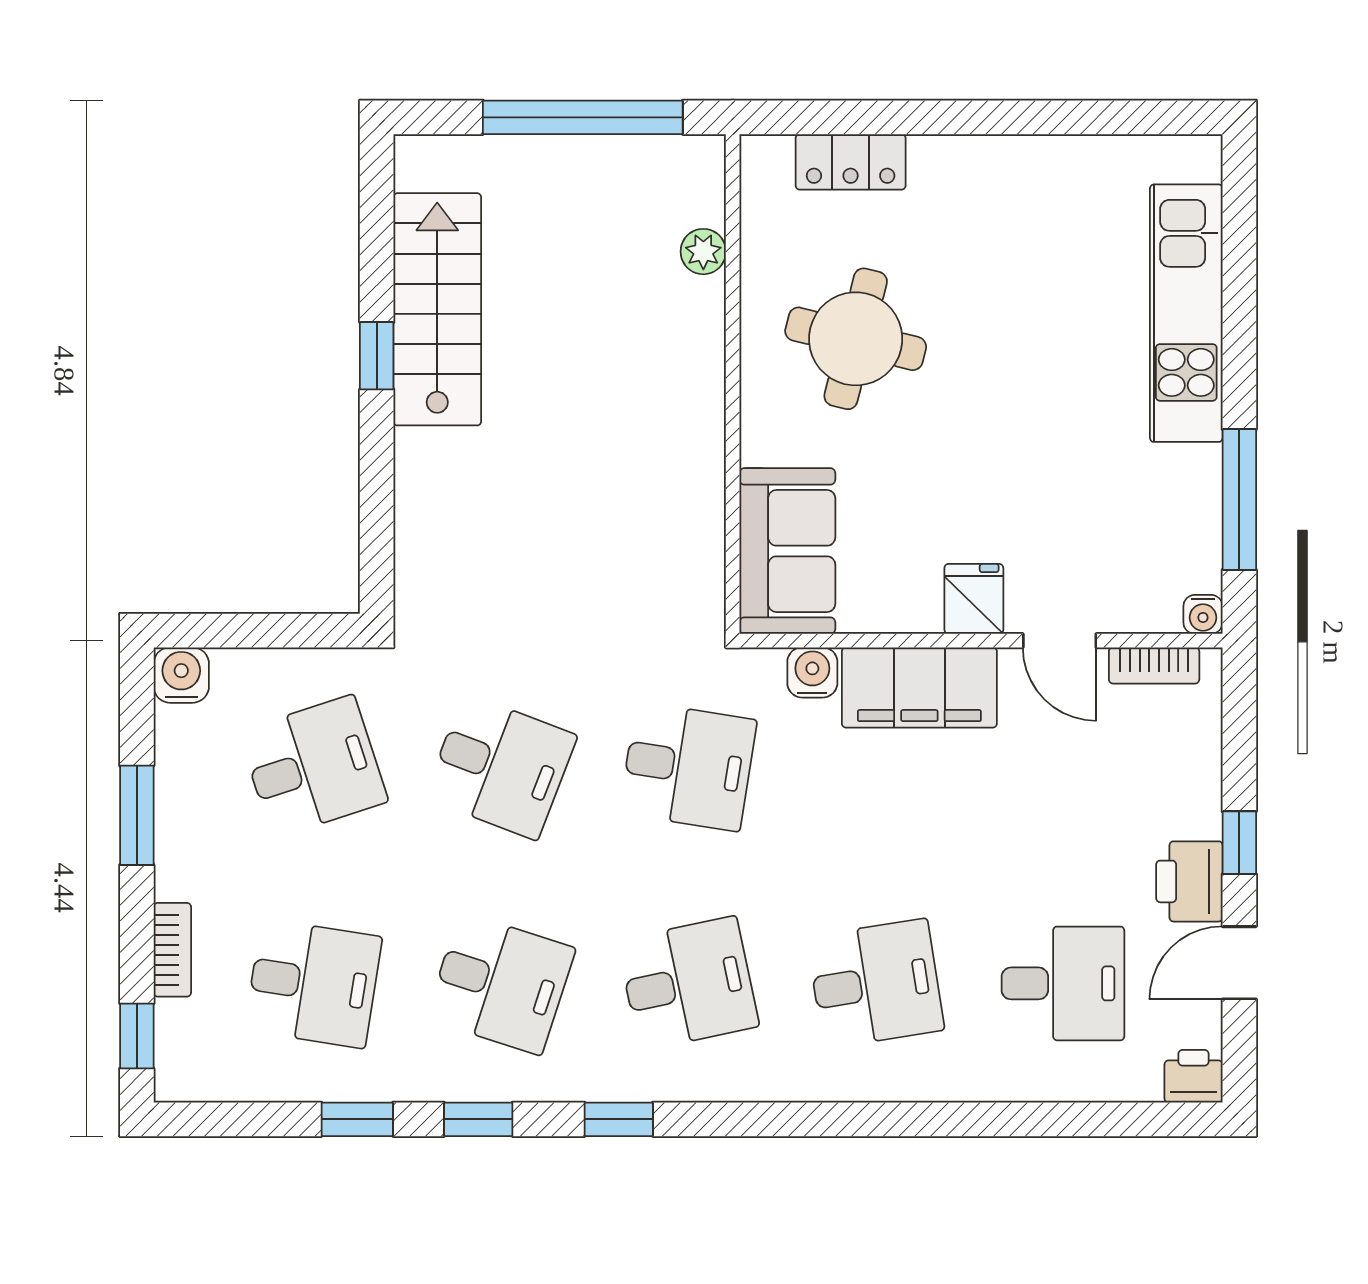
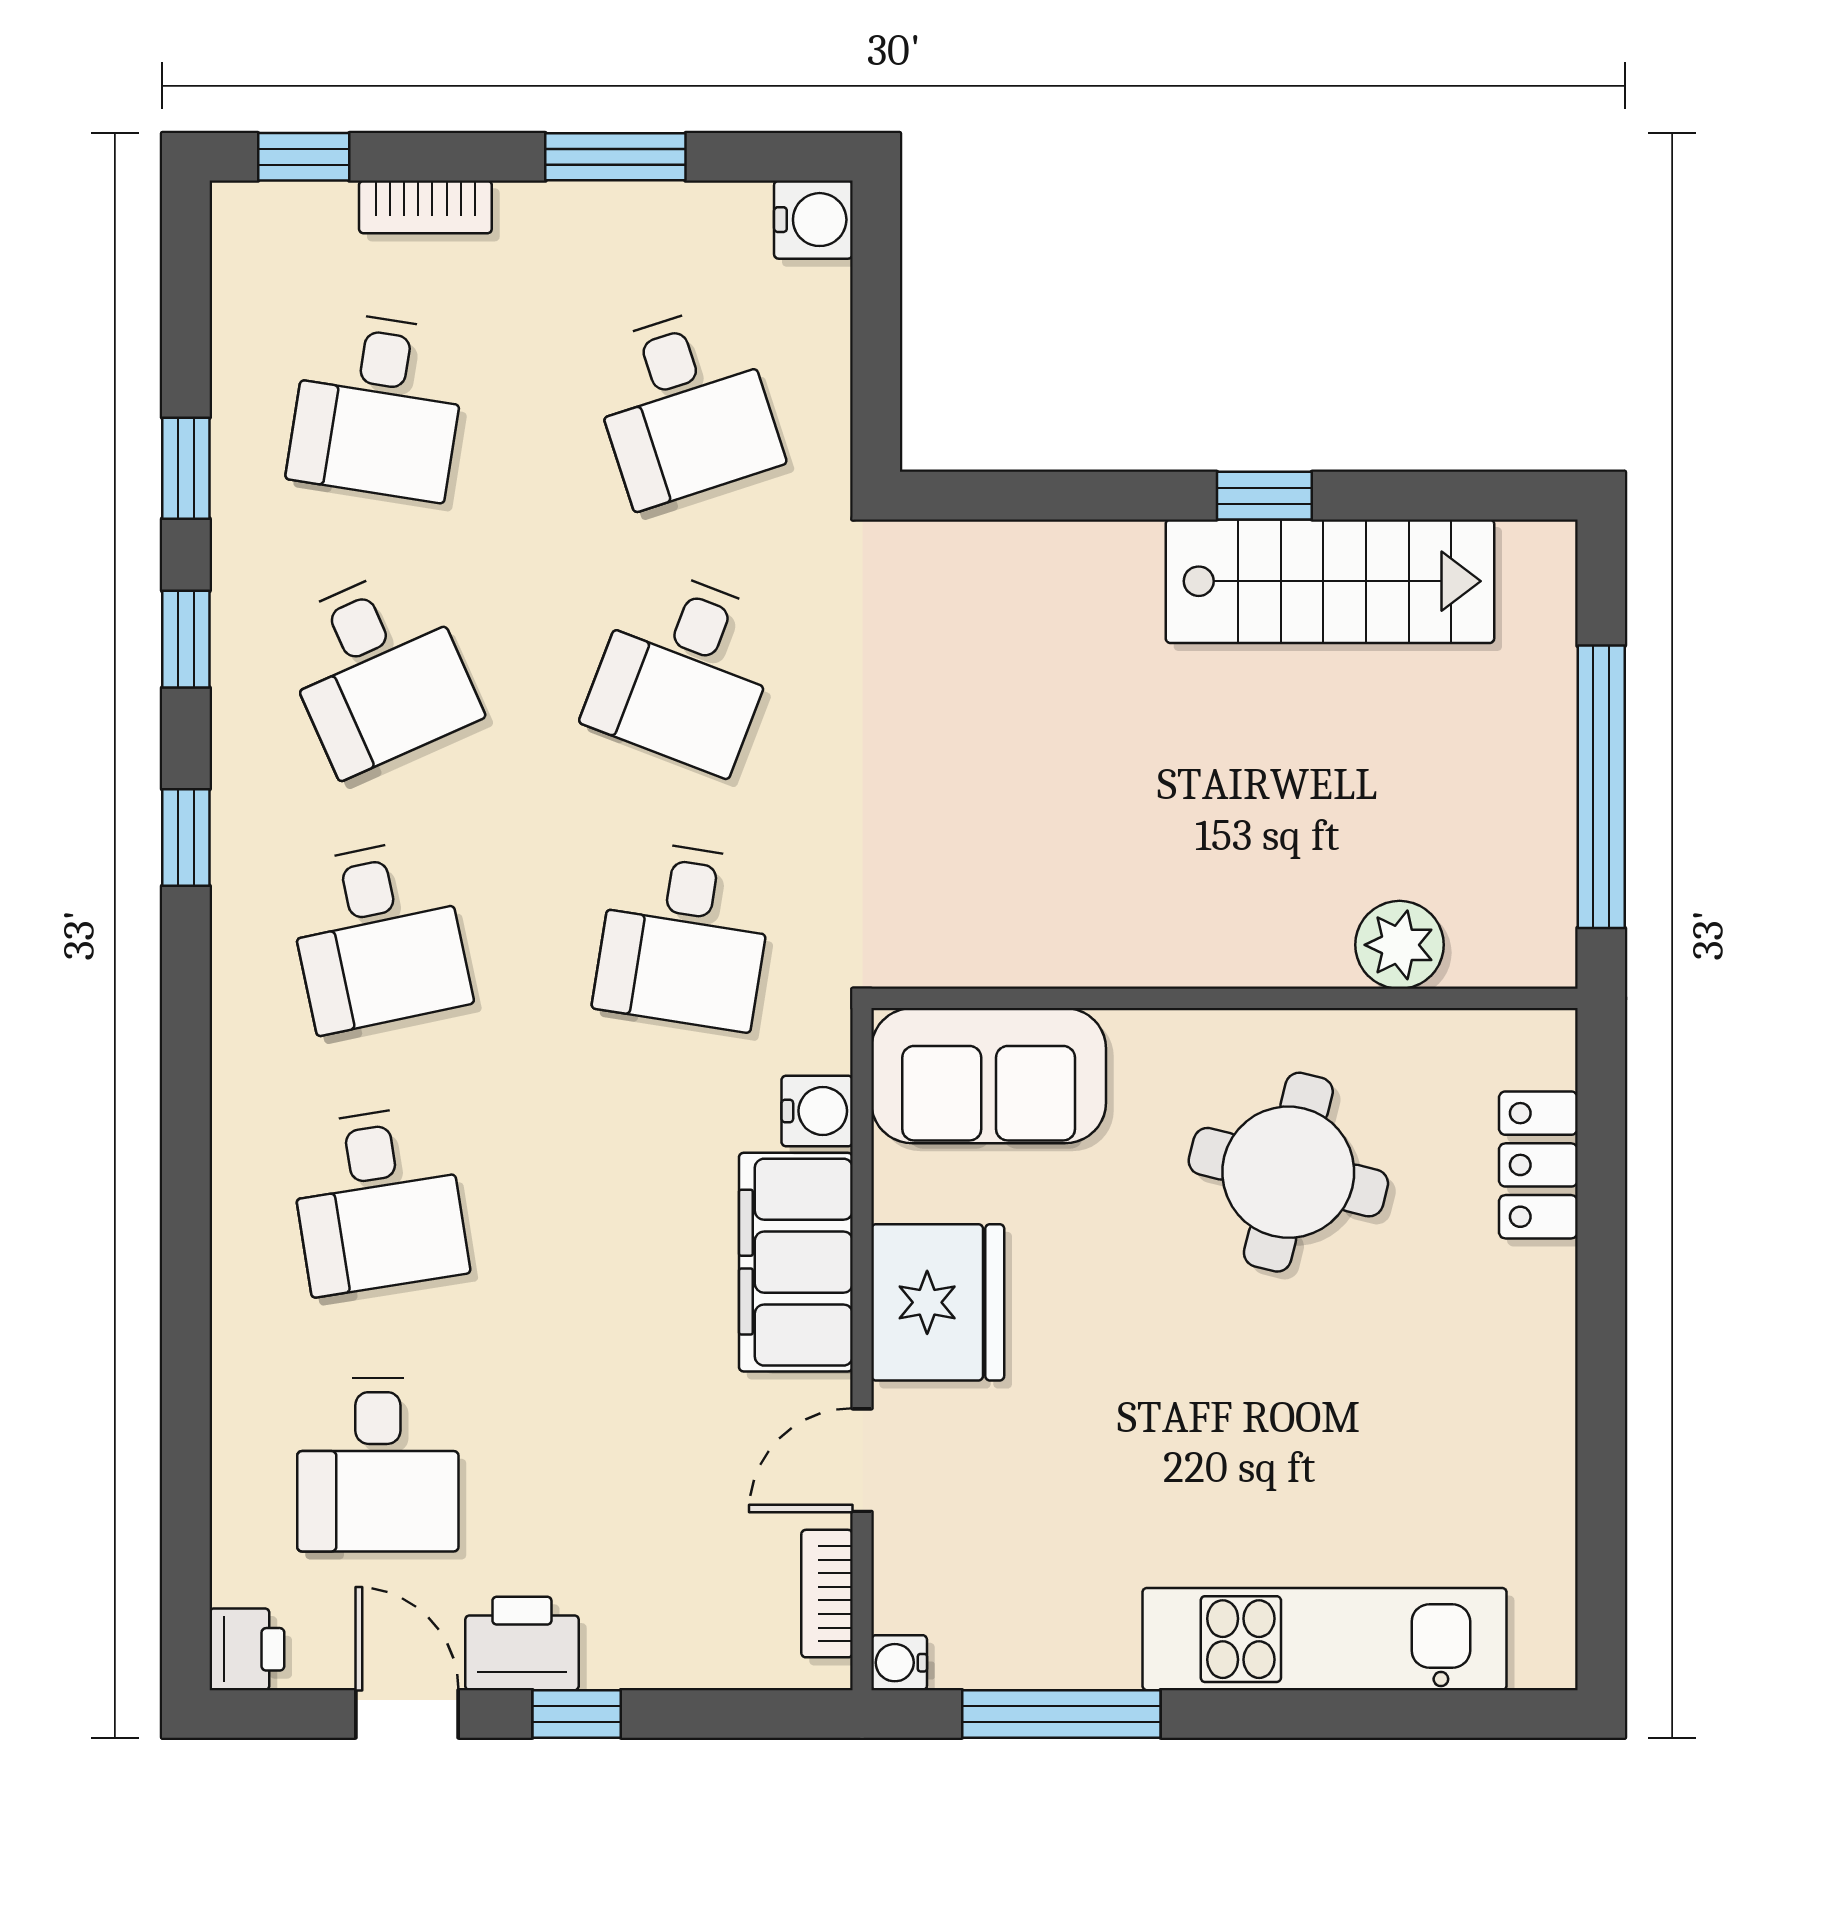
plant: (703, 252) -> (1400, 945), width x1.38, depth x1.38
fridge: (974, 599) -> (938, 1302), width x1.88, depth x1.34
desk: (501, 983) -> (378, 671), turned -42

